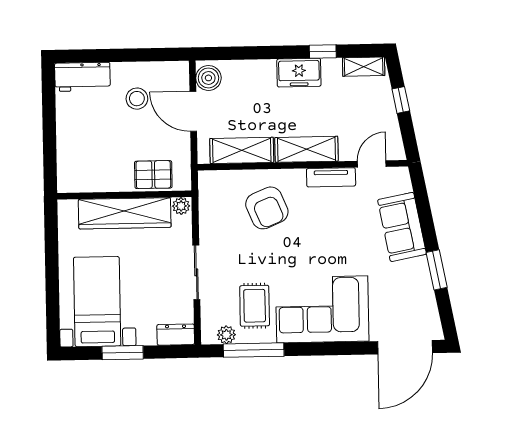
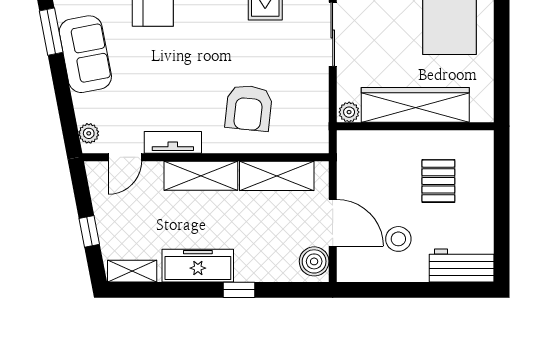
window: (323, 51) -> (239, 290), moved
freezer: (299, 73) -> (198, 266), width x1.40
pallet: (153, 175) -> (438, 181), moved, turned 90
plant: (403, 184) -> (89, 133), added
armchair: (267, 208) -> (249, 108), turned -151
sofa: (402, 227) -> (85, 54), moved

